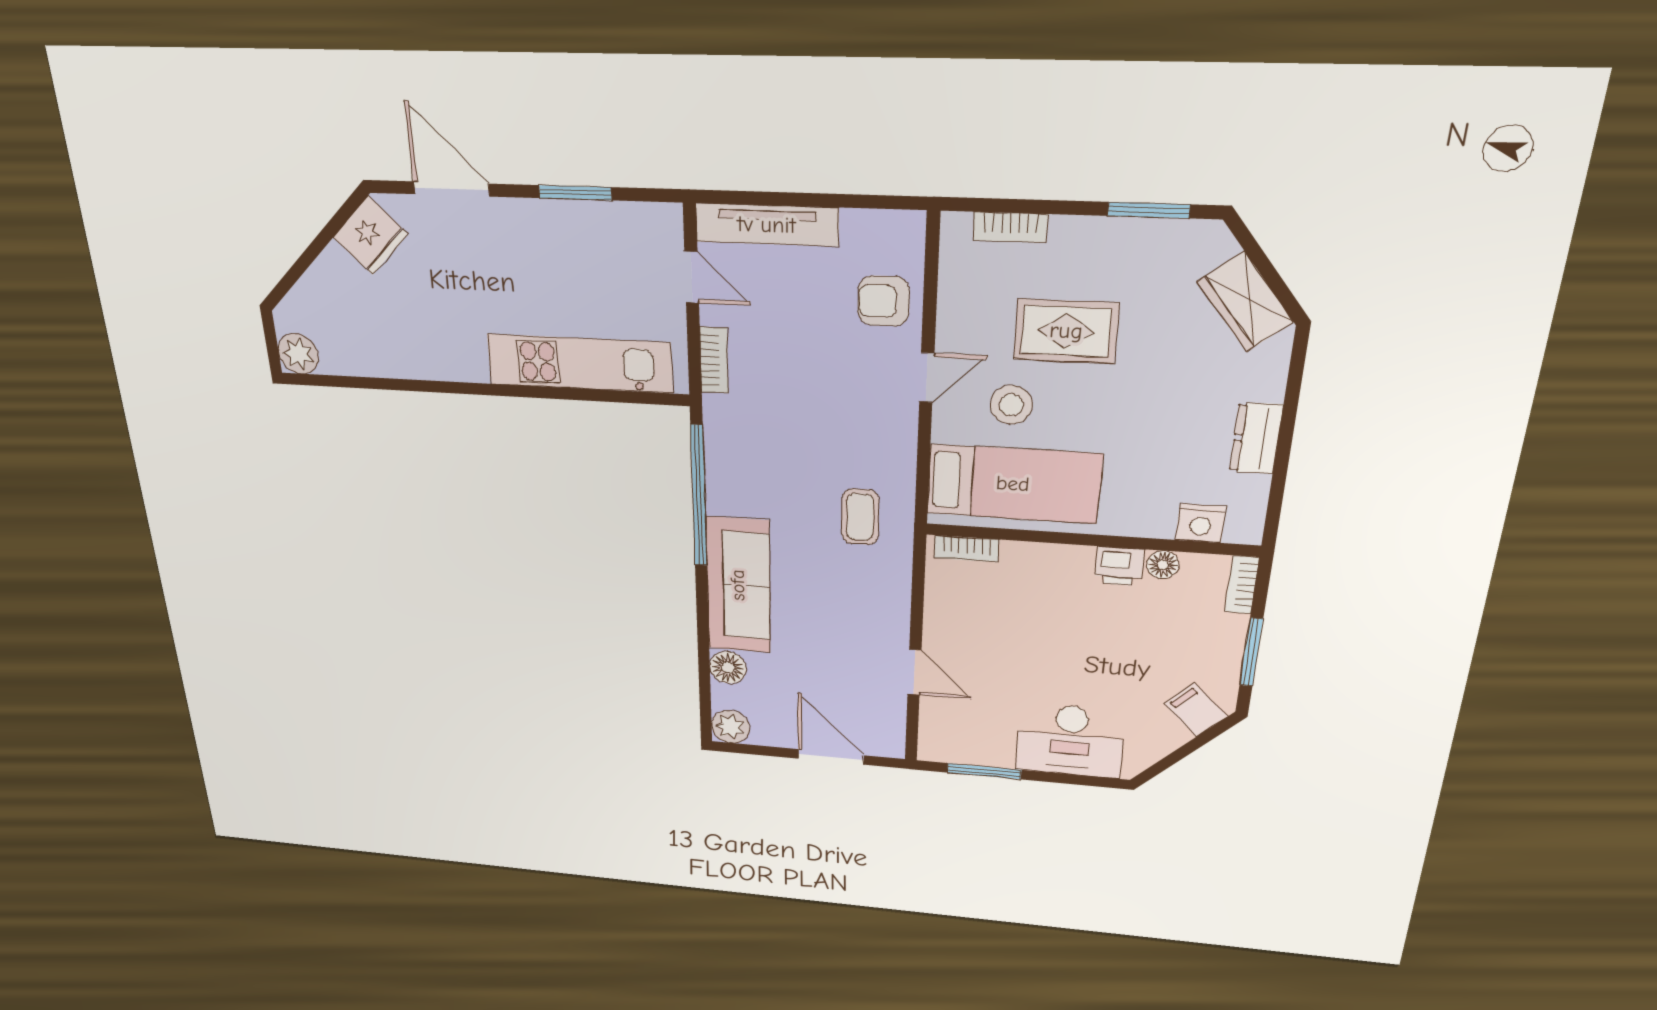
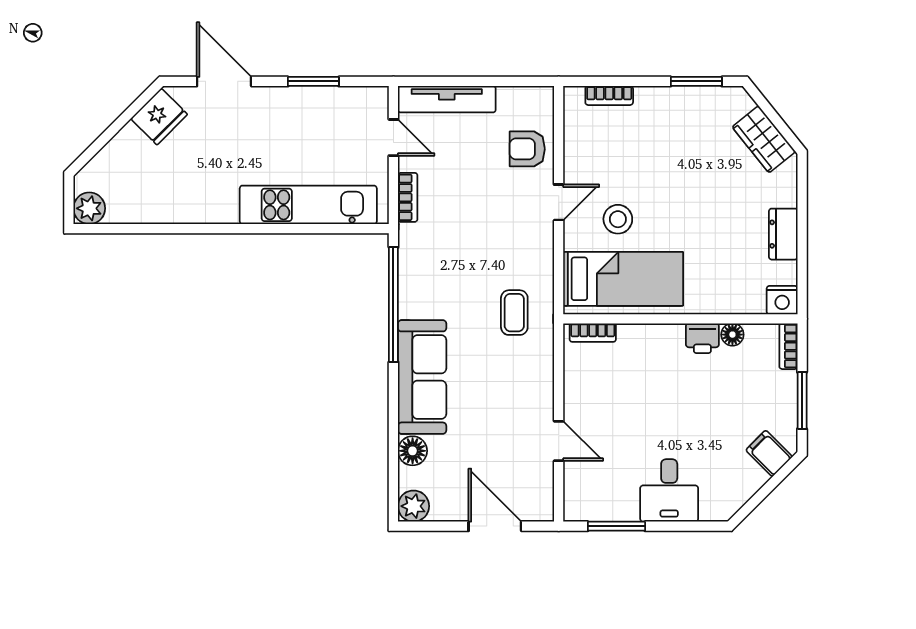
rug: (1066, 331) -> (651, 165), removed
nightstand: (1200, 523) -> (782, 300), moved
desk: (1070, 740) -> (669, 490), width x0.73

